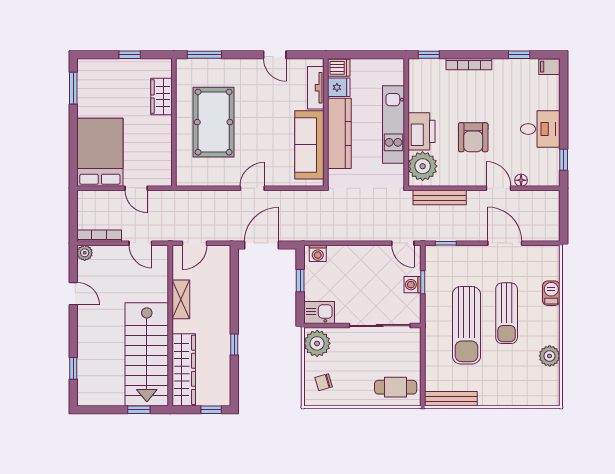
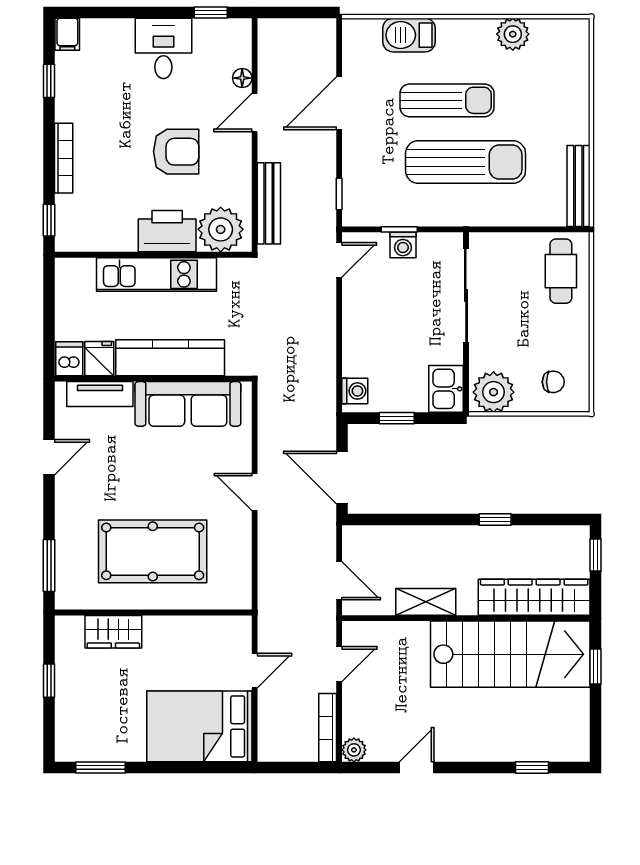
barbecue: (551, 293) -> (409, 35), width x1.38, depth x1.27
chair: (324, 382) -> (553, 382), turned -74

